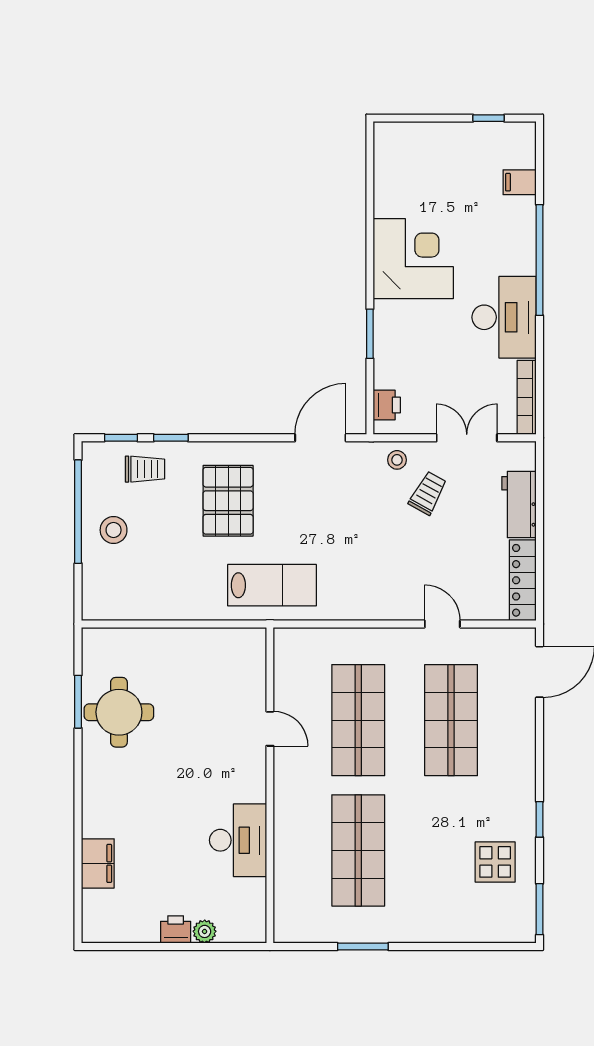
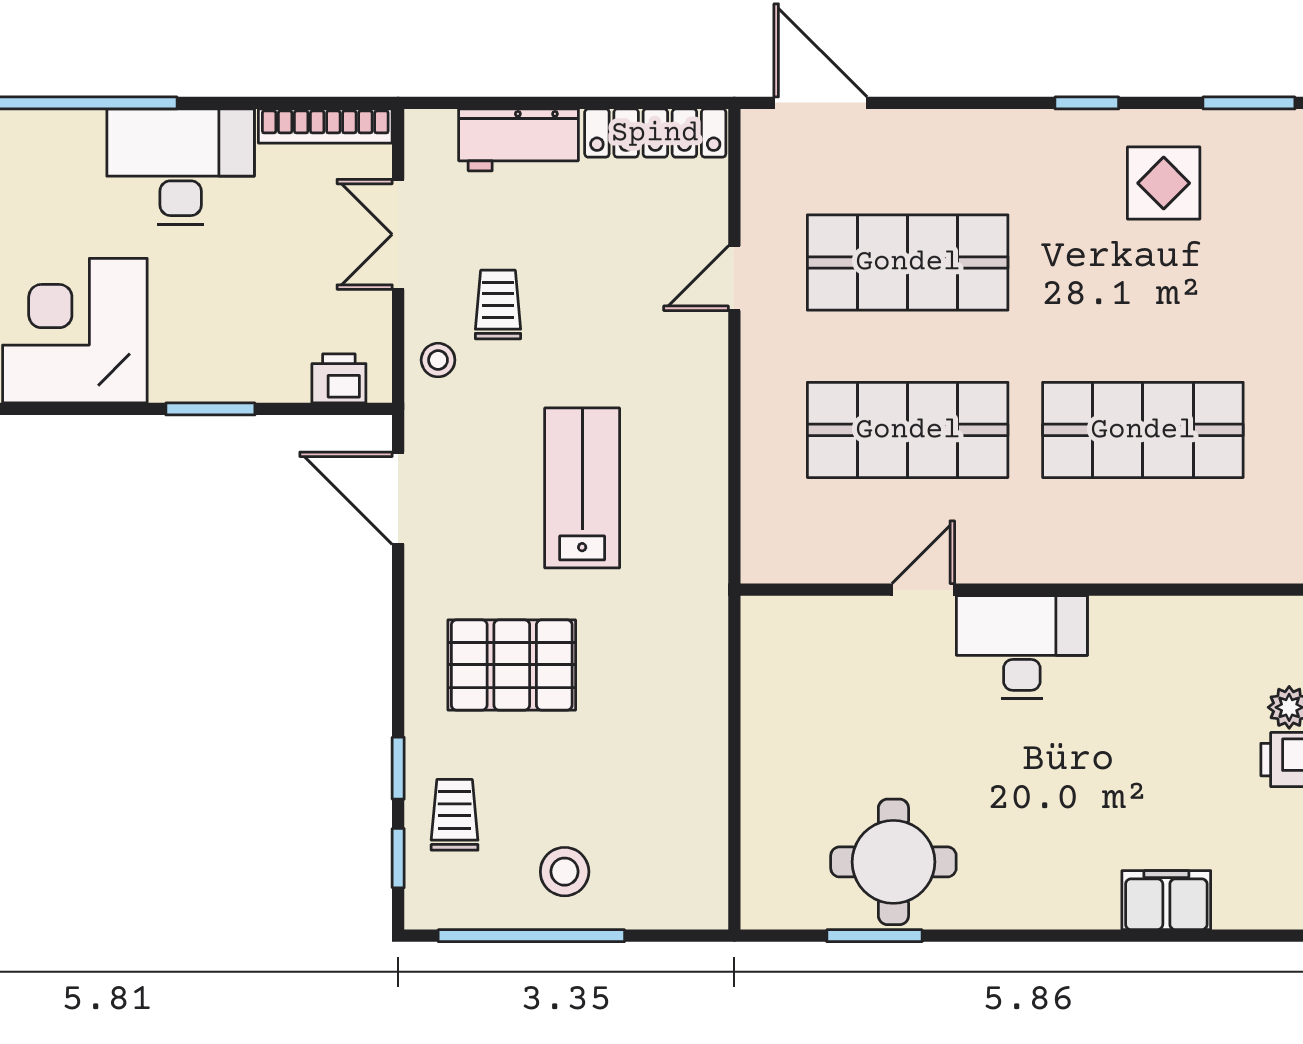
trolley: (428, 493) -> (498, 305), turned 61
lab bench: (272, 585) -> (582, 488), moved
desk: (238, 840) -> (1022, 647), moved

